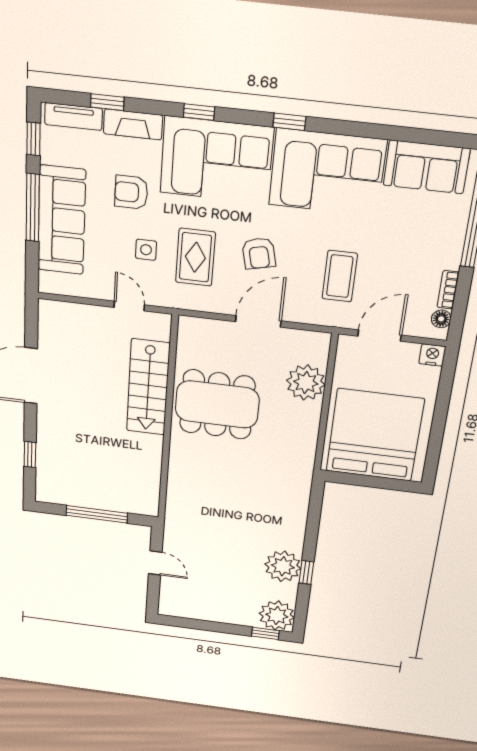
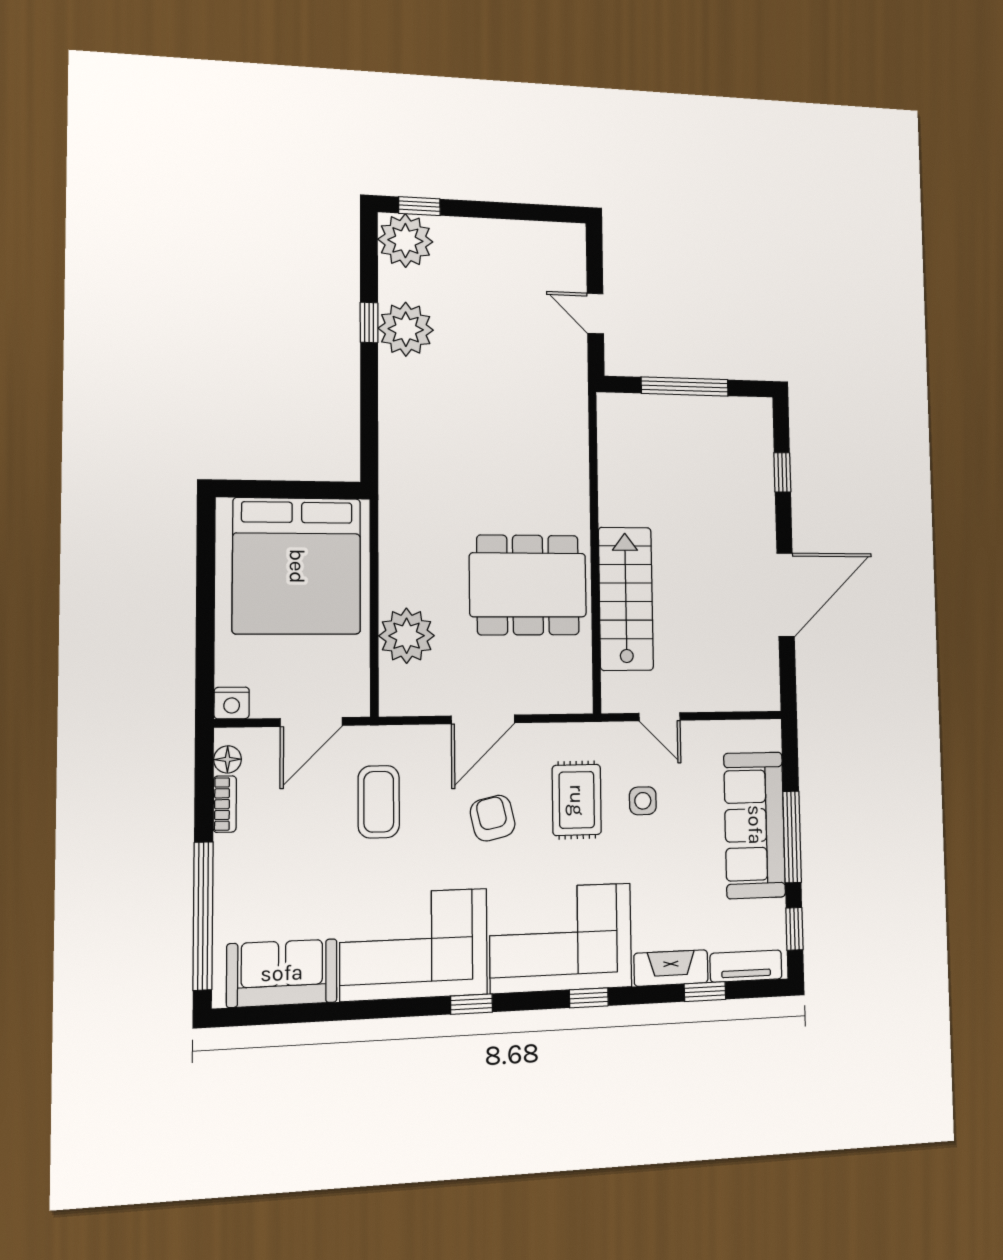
armchair: (131, 192) -> (667, 877), removed

